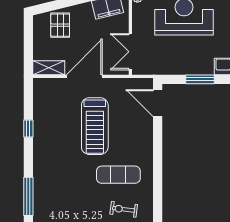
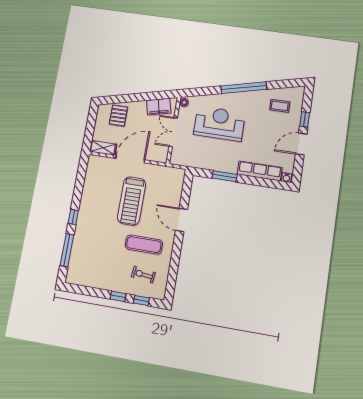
double door: (130, 52) -> (173, 132), moved
door: (158, 103) -> (181, 220), moved
window: (28, 129) -> (73, 217), moved

